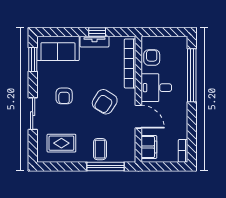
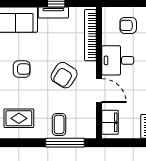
armchair: (152, 58) -> (128, 25), moved, turned -90
armchair: (64, 96) -> (22, 69), turned -90

